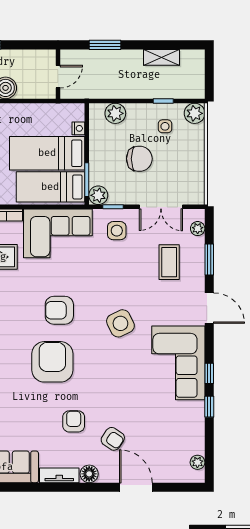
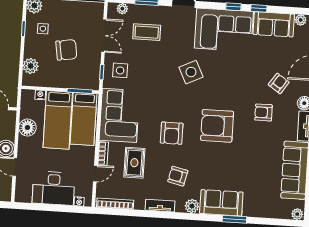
floor lamp: (35, 114) -> (27, 128), added
chair: (139, 159) -> (66, 50), turned 81
plant: (98, 195) -> (92, 83), removed
armchair: (59, 310) -> (172, 133), moved
sofa: (190, 427) -> (274, 24), added

